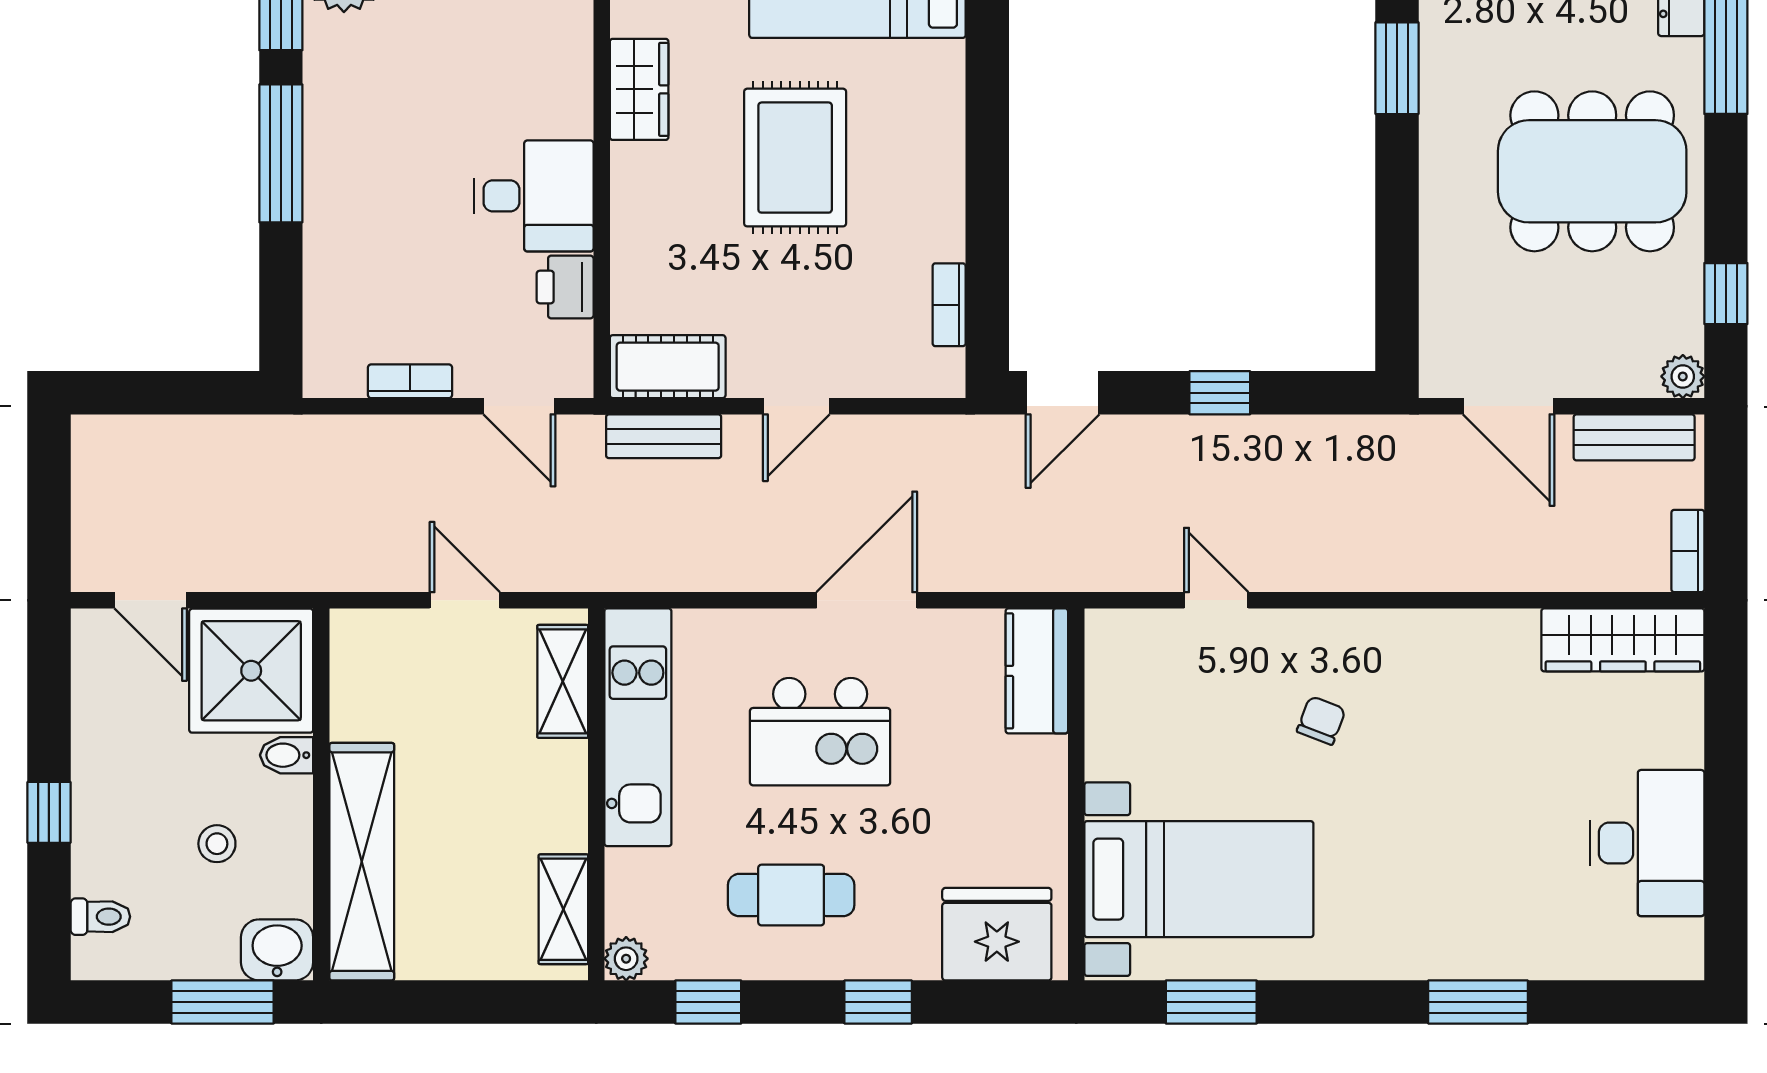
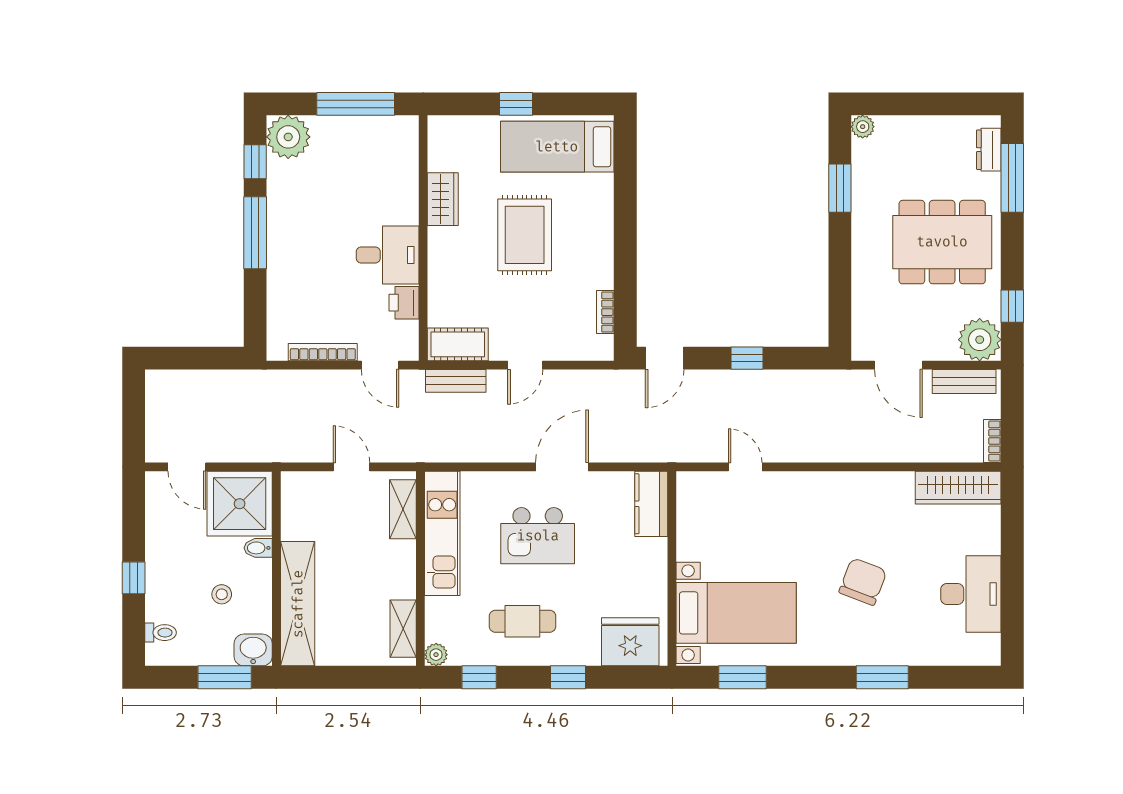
plant: (1683, 376) -> (980, 340), width x1.87, depth x1.87
bookcase: (410, 381) -> (323, 352), width x1.56
chair: (1321, 720) -> (863, 582), moved, width x1.87, depth x1.87

